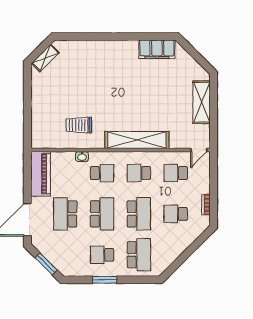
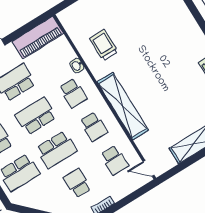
school desk: (139, 173) -> (94, 127), turned 180
school desk: (176, 173) -> (115, 160), turned 180
school desk: (102, 214) -> (36, 116), turned 180

